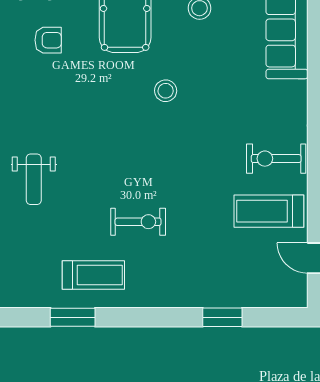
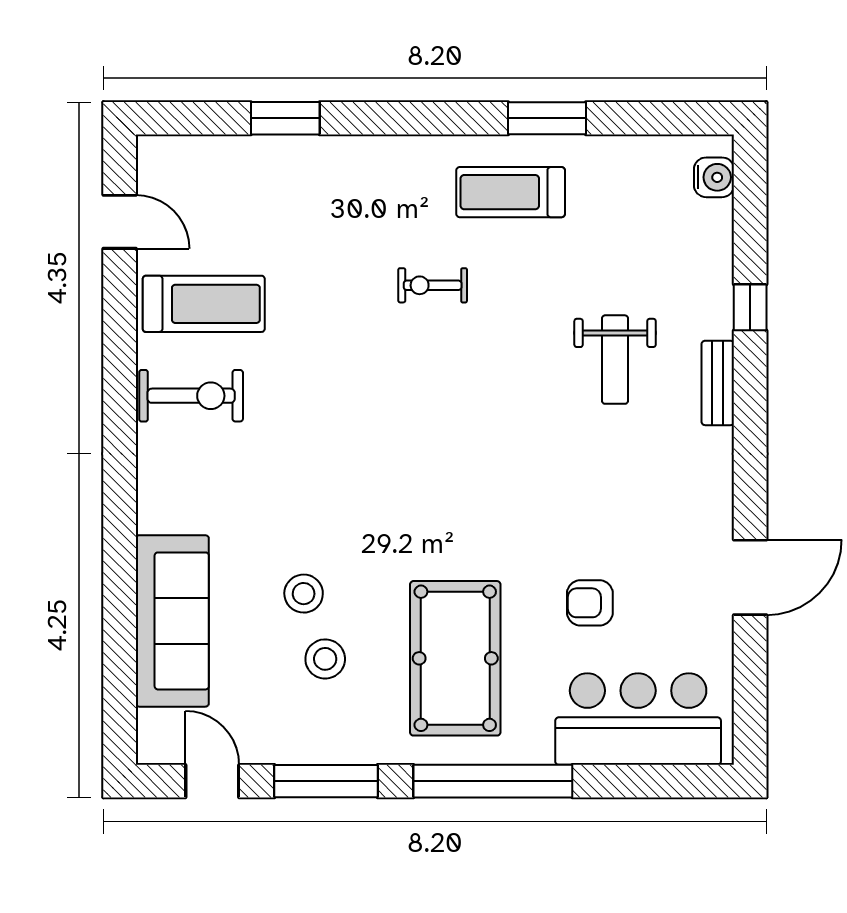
stool: (166, 91) -> (304, 594), moved
weight bench: (34, 179) -> (615, 360), turned 180
exercise bike: (138, 222) -> (433, 285), width x0.73, depth x0.72

